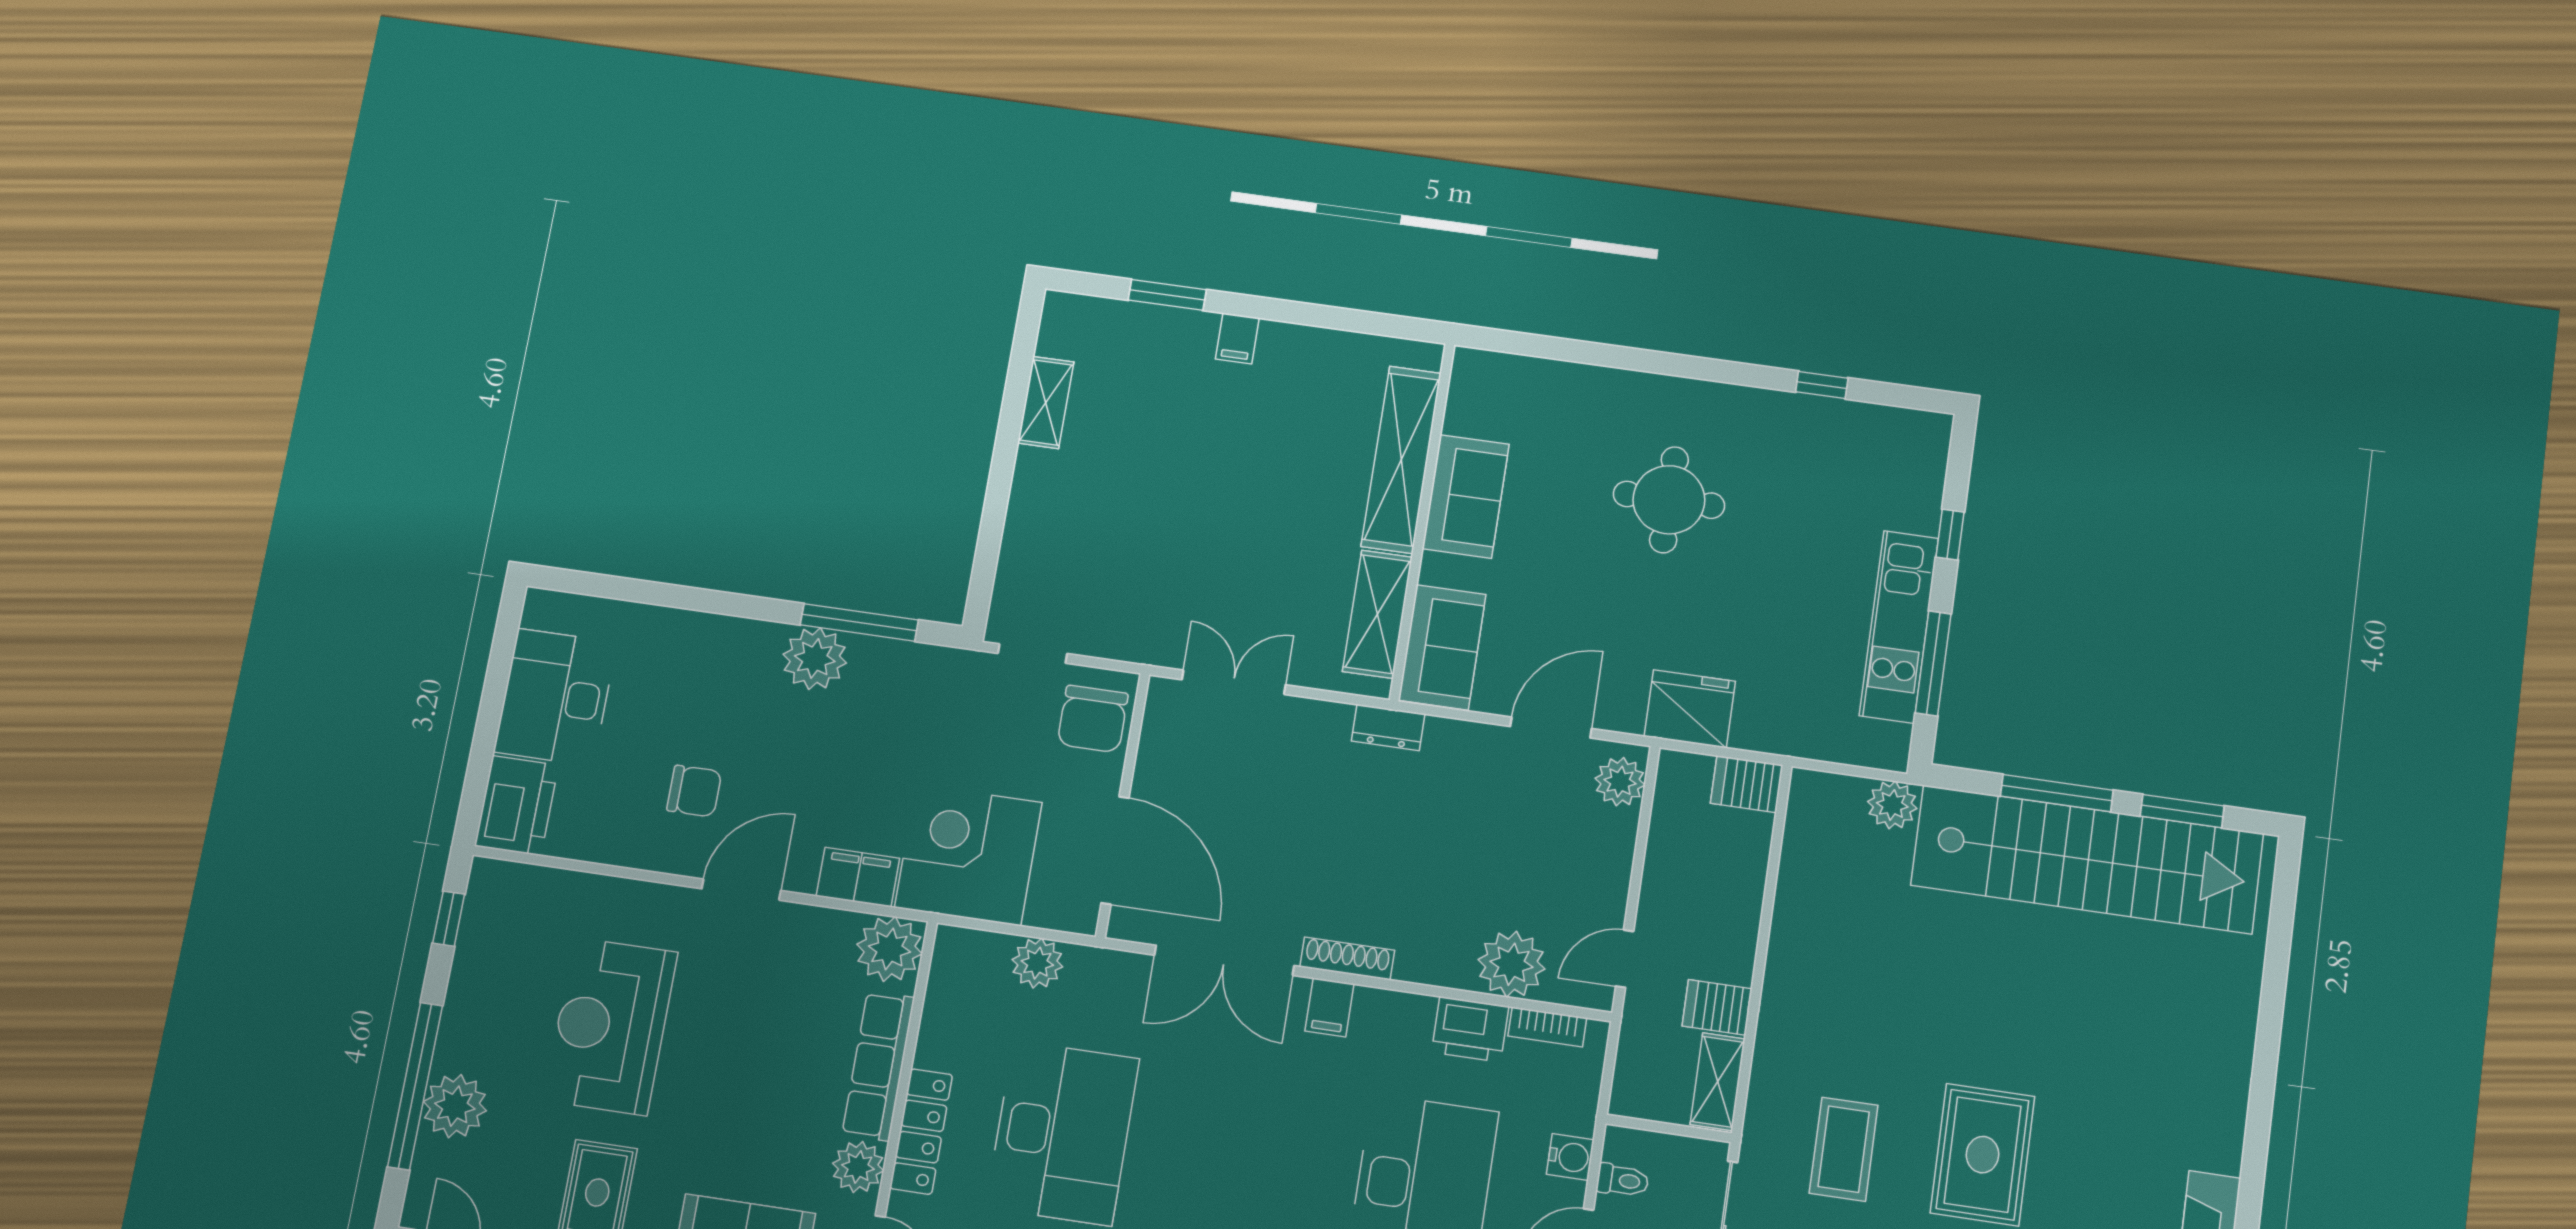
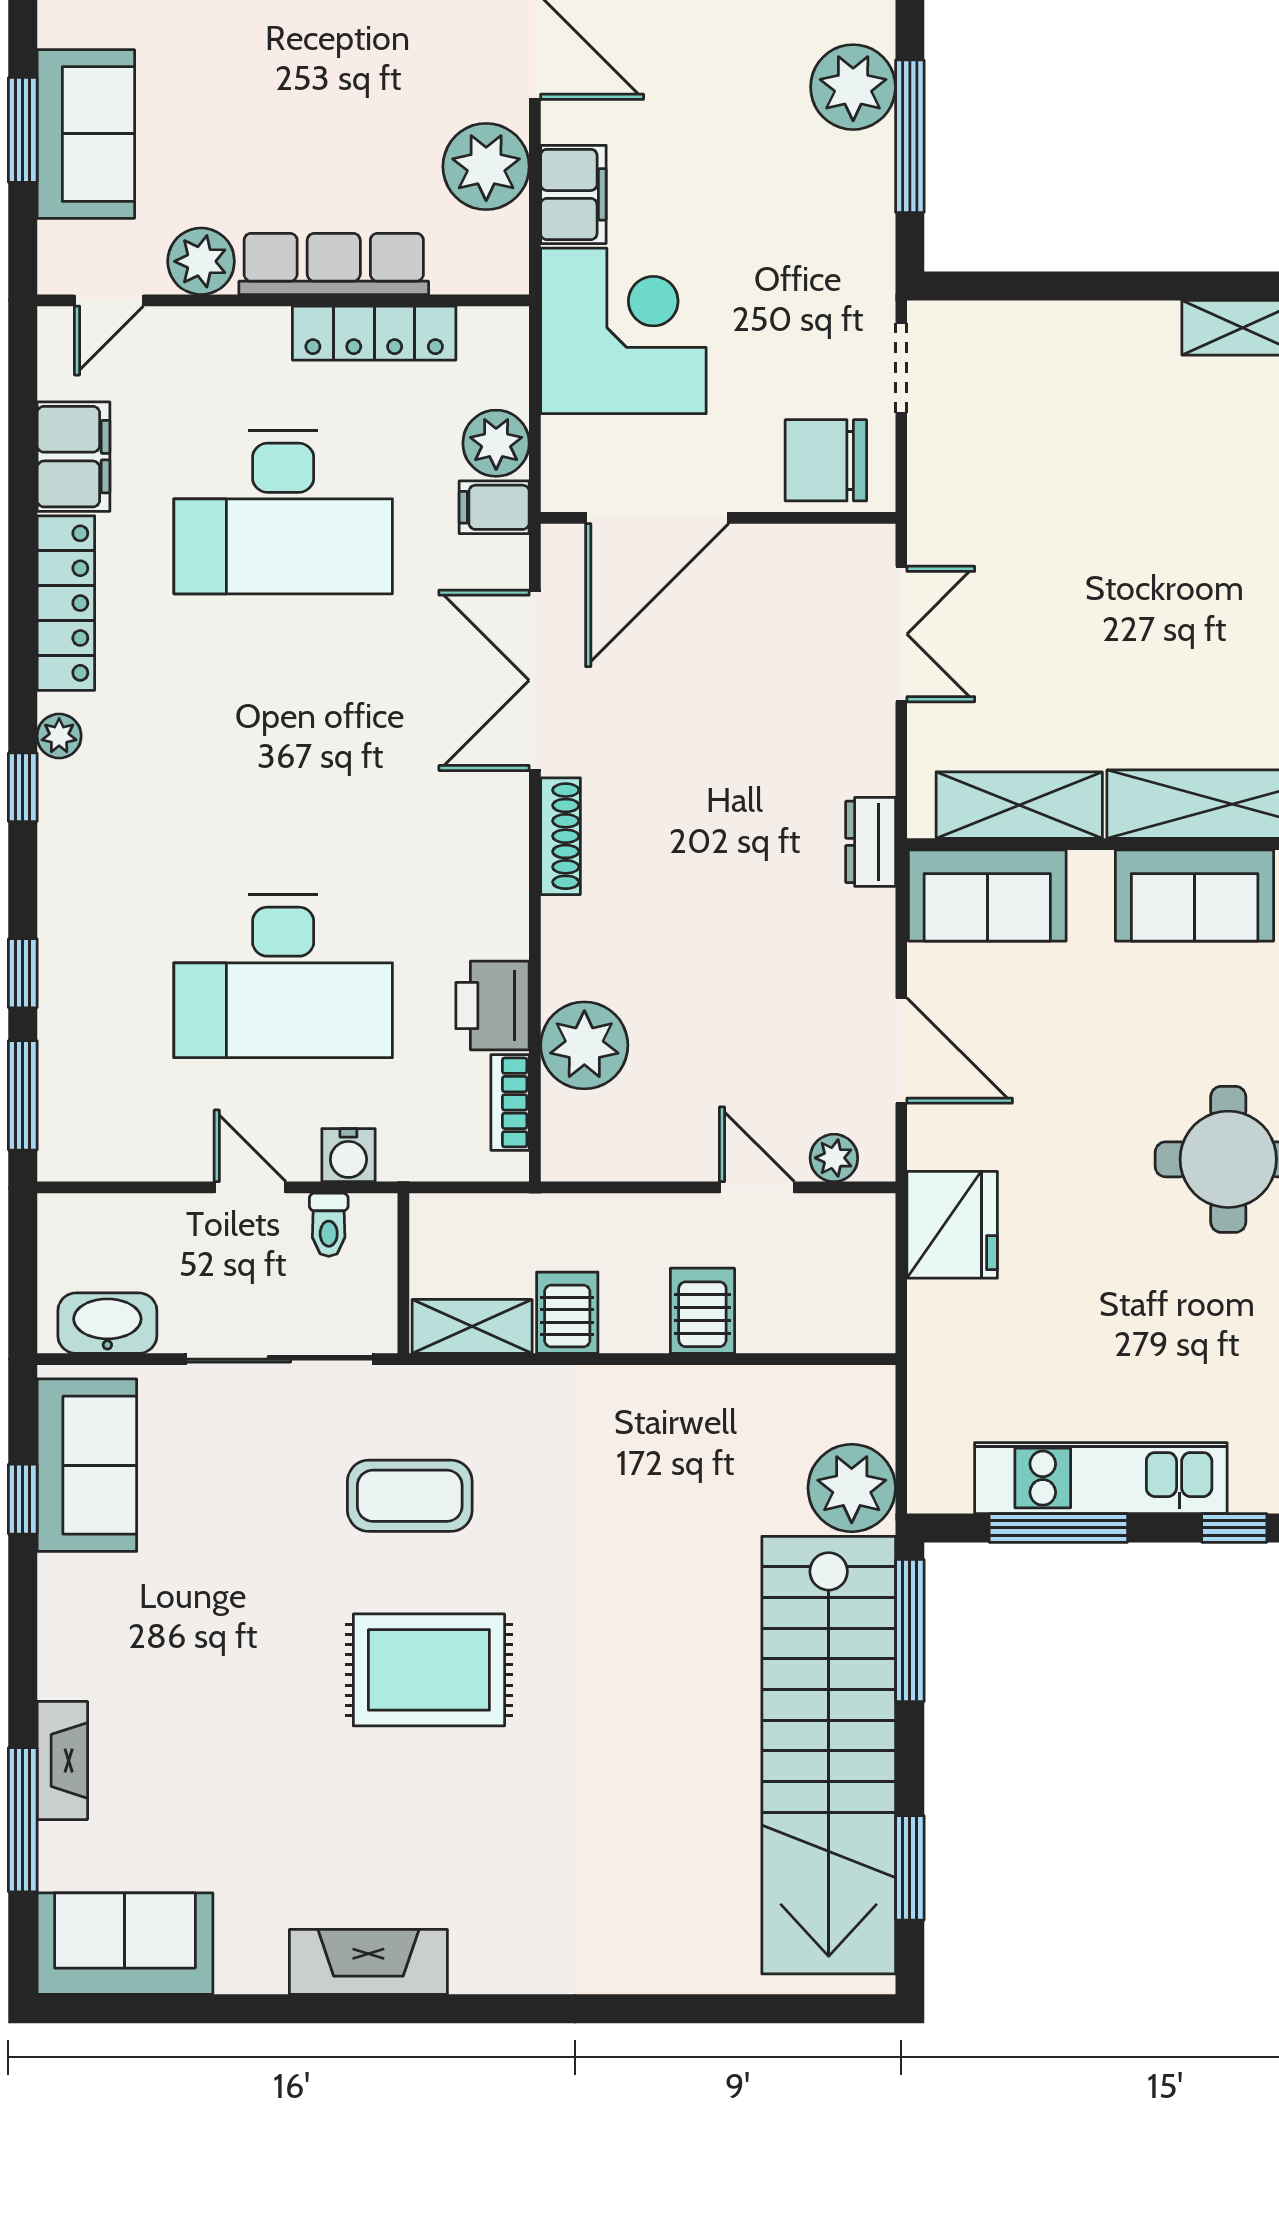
plant: (1620, 782) -> (834, 1158), width x0.73, depth x0.73
server rack: (1747, 784) -> (702, 1311), moved
window: (2057, 793) -> (910, 1631), moved
plant: (1892, 805) -> (852, 1488), width x1.36, depth x1.36
plant: (889, 949) -> (486, 166), moved
door: (1625, 959) -> (757, 1187), moved
filing cabinet: (1329, 1007) -> (494, 507), moved
locker: (921, 1131) -> (374, 333), moved

